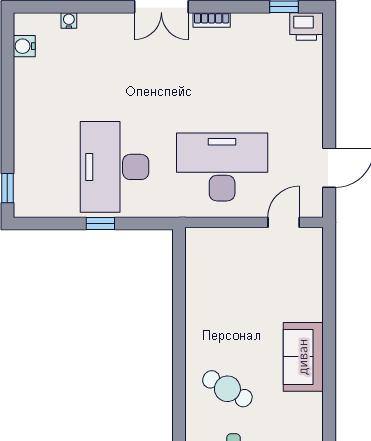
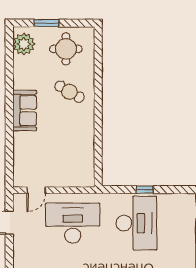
desk: (222, 167) -> (73, 223), turned 180

